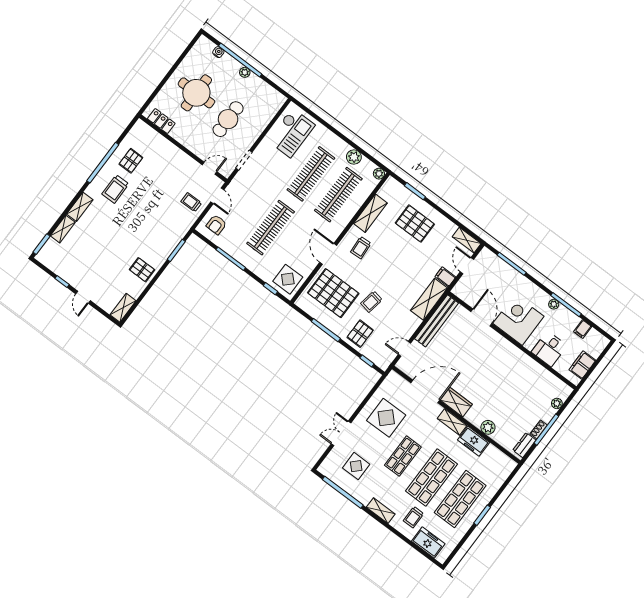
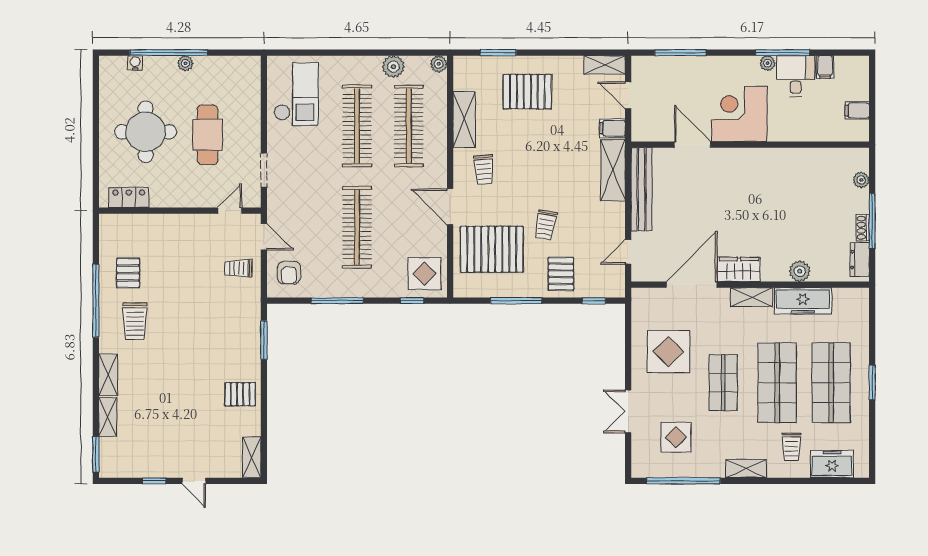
desk: (549, 349) -> (796, 76), moved, turned 180
filing cabinet: (582, 365) -> (857, 111), width x0.50
freezer: (473, 441) -> (803, 301), width x1.40

